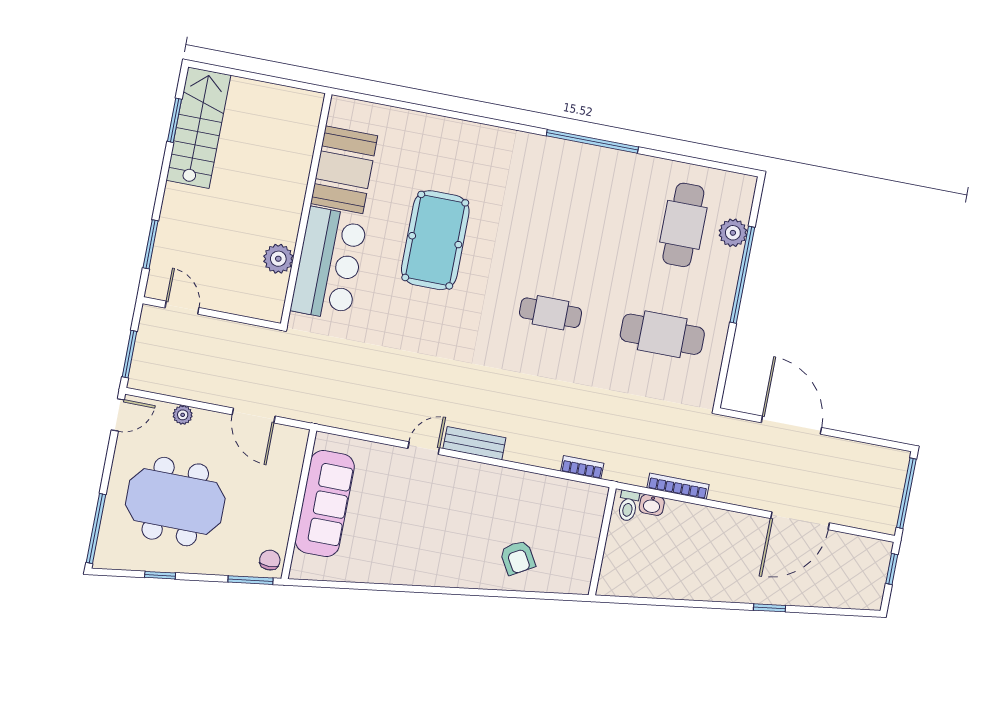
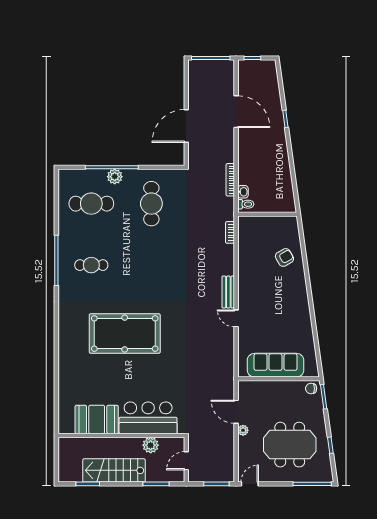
stairs: (198, 128) -> (114, 470), moved
booth: (344, 170) -> (97, 419), moved
wall: (306, 209) -> (121, 435), moved
plant: (733, 233) -> (115, 177), moved
pool table: (435, 240) -> (125, 334), width x1.36, depth x1.32
plant: (278, 259) -> (151, 445), moved
bar counter: (329, 264) -> (148, 418), moved
cafe table: (550, 313) -> (91, 265), moved, turned 90
door: (118, 415) -> (250, 484), hinge flipped
plant: (183, 415) -> (243, 430), moved
door: (254, 415) -> (236, 412), swing flipped
meeting table: (175, 502) -> (290, 445), turned 90

